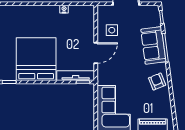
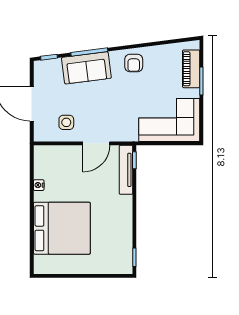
door: (96, 53) -> (96, 143), swing flipped
bed: (36, 59) -> (62, 228), moved, turned 180
armchair: (157, 82) -> (134, 63), turned -68

